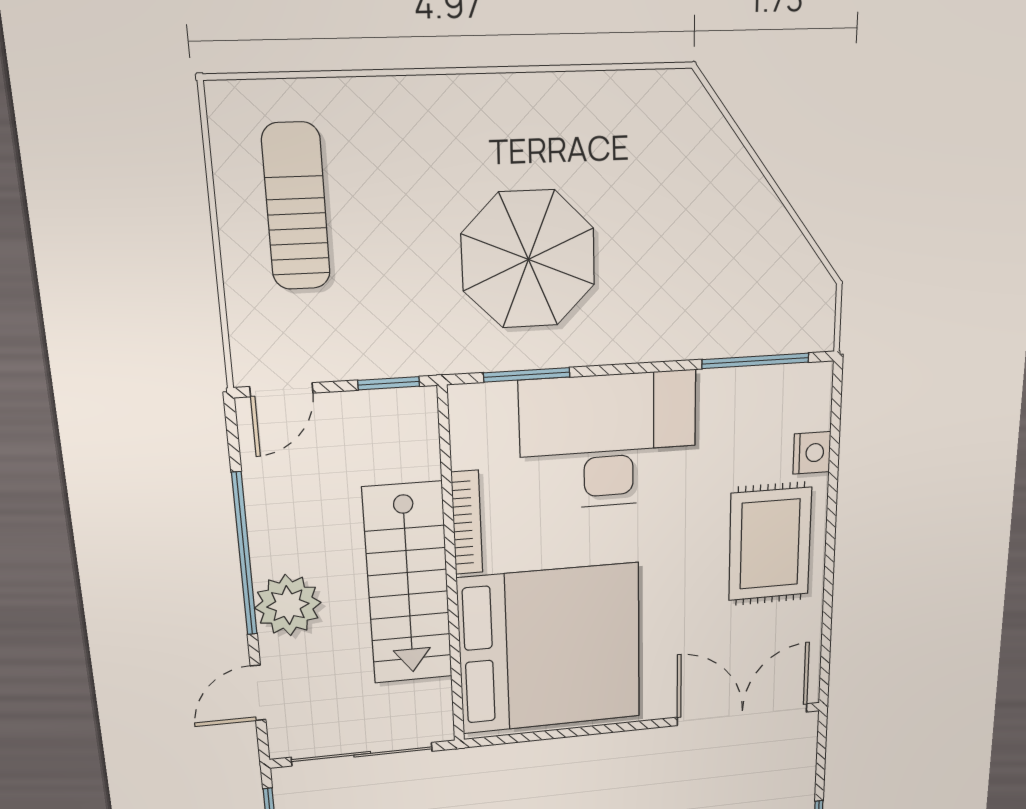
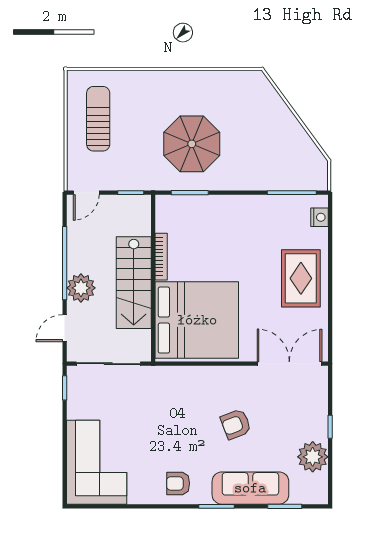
desk: (608, 441) -> (225, 224), removed
nightstand: (812, 453) -> (319, 217), moved

